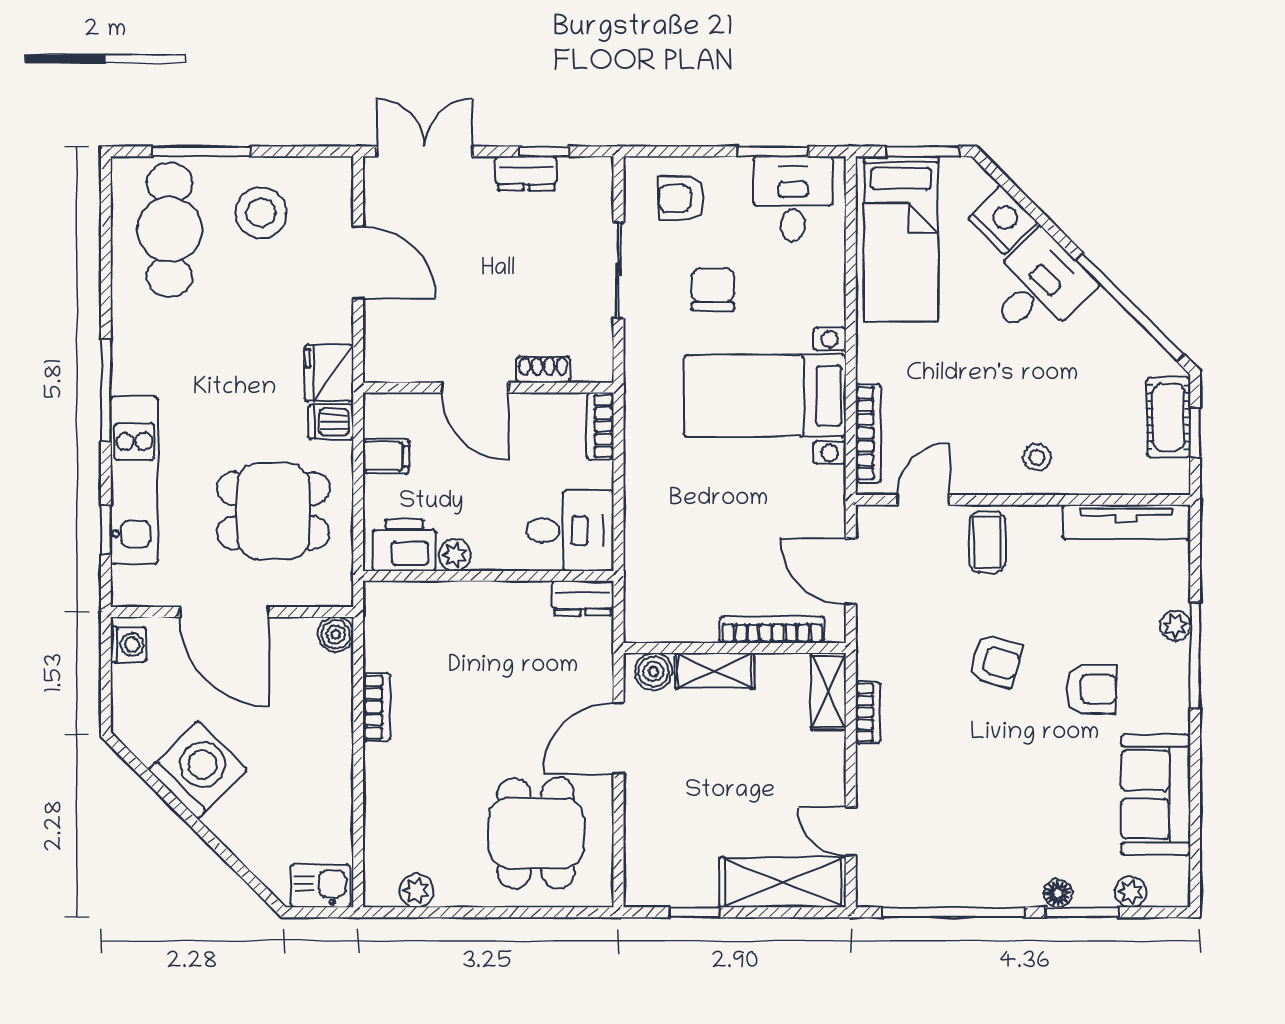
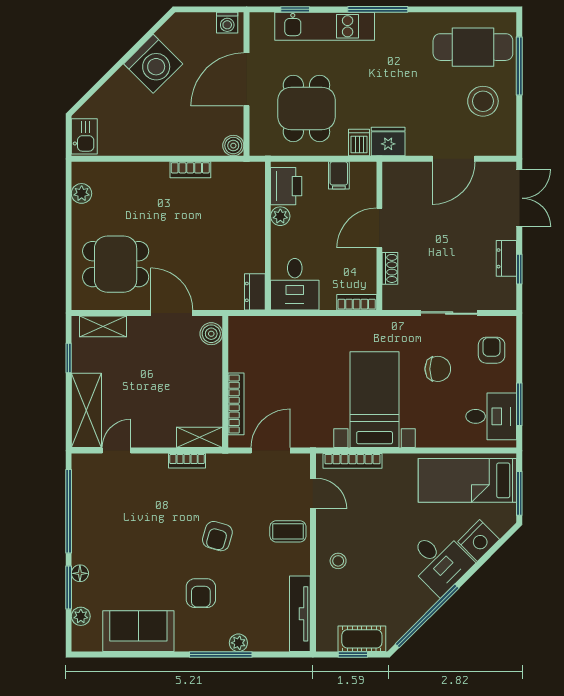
shelving: (715, 671) -> (103, 326), moved, turned 90

